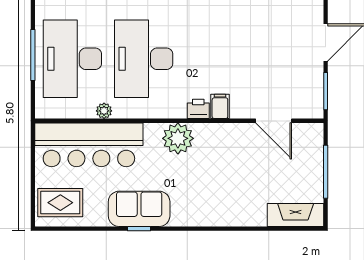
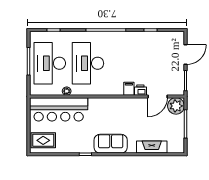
printer: (198, 109) -> (140, 90), moved
door: (274, 121) -> (158, 96), hinge flipped
plant: (178, 138) -> (176, 106), moved
sofa: (139, 209) -> (111, 144), moved
fireplace: (296, 215) -> (152, 147), moved

